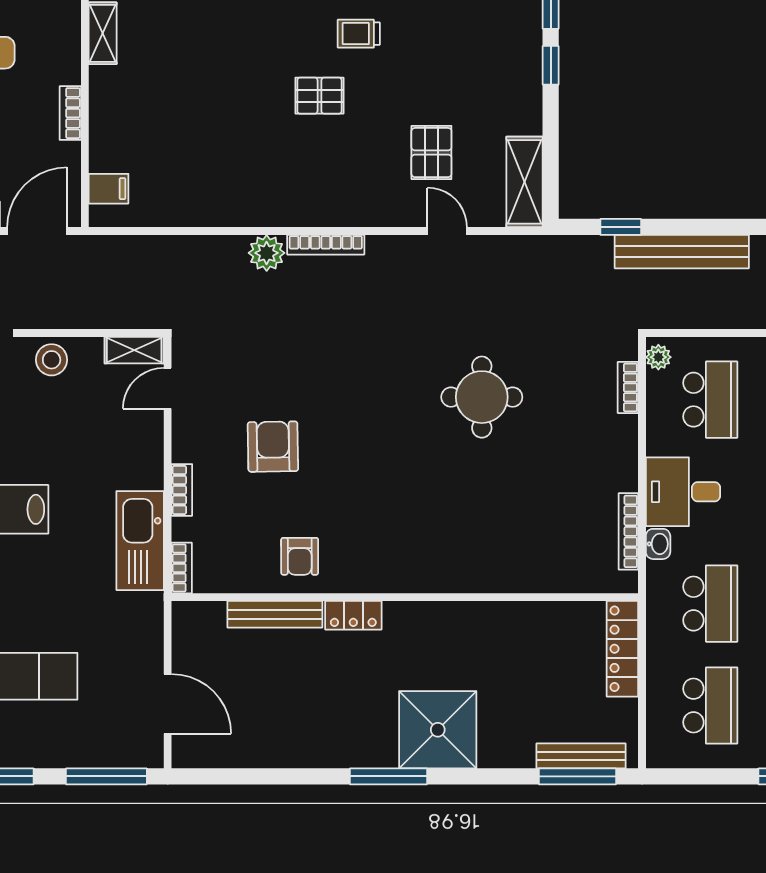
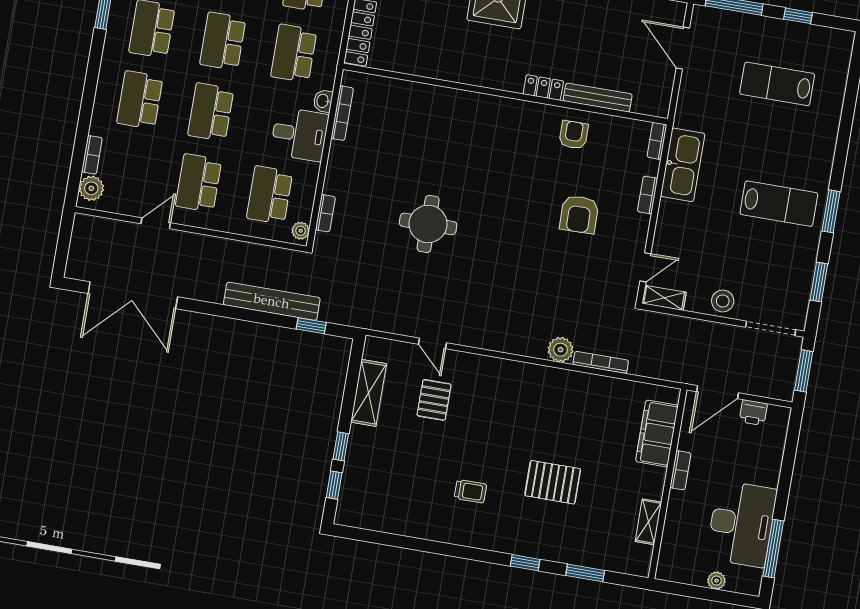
pallet: (319, 96) -> (553, 482), moved, width x1.50, depth x1.42
shelving: (525, 182) -> (369, 393), moved
filing cabinet: (109, 189) -> (657, 433), width x3.00, depth x1.17
bookcase: (326, 245) -> (601, 362), moved

